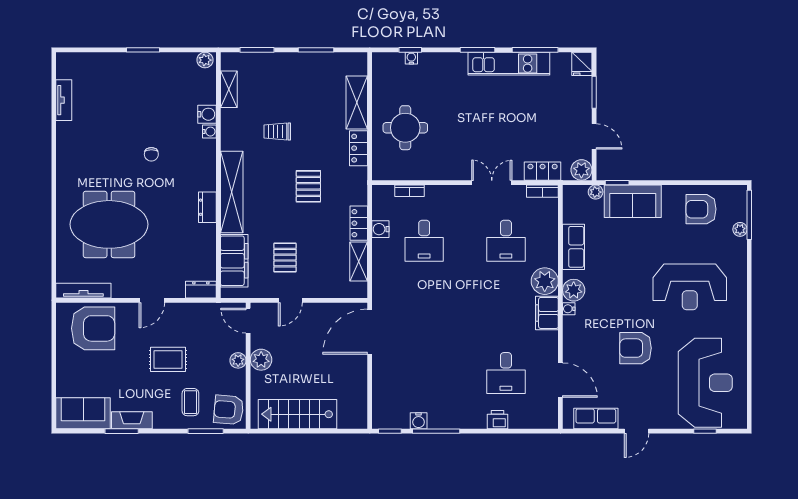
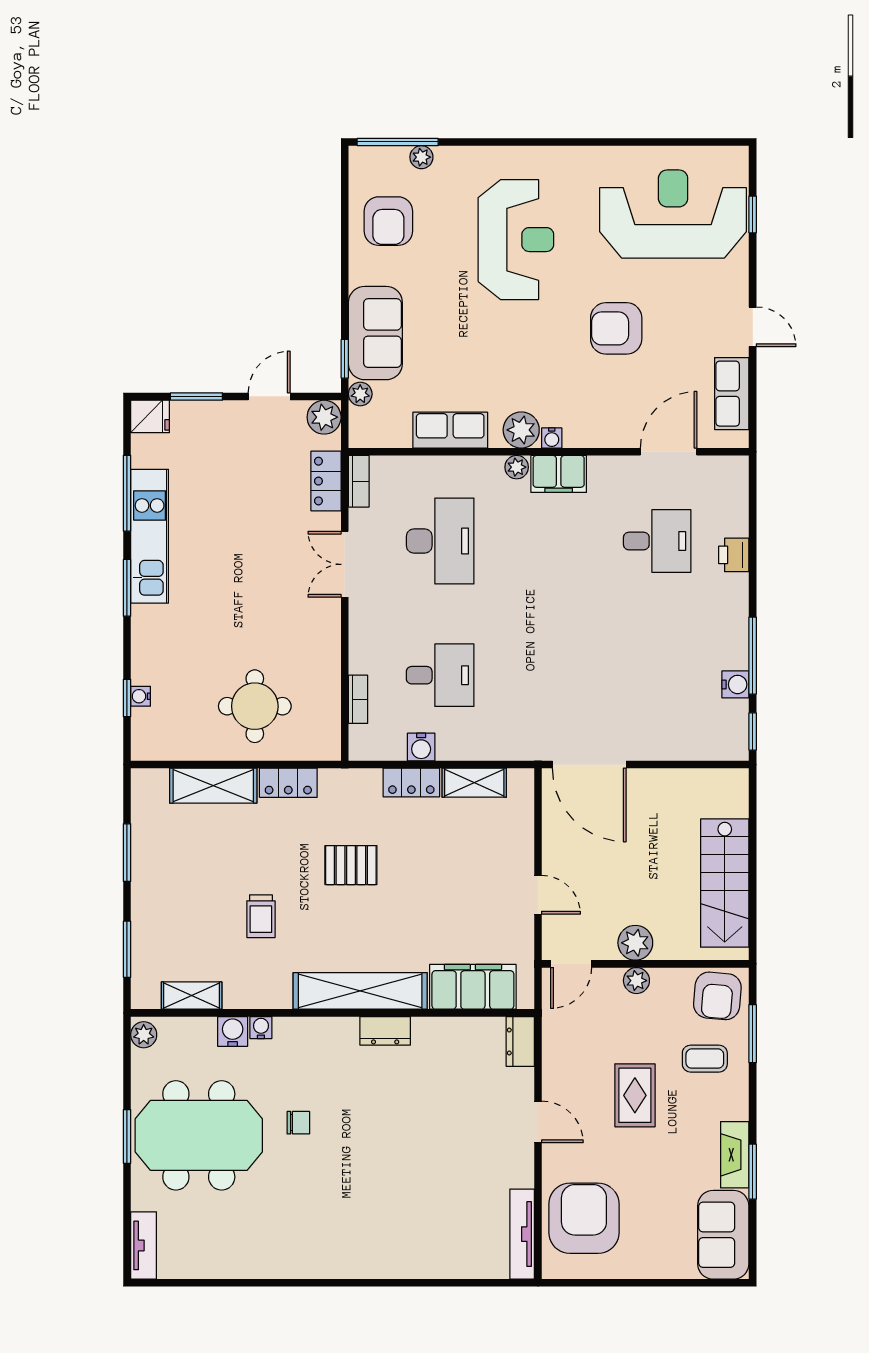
tv unit: (64, 100) -> (144, 1245), moved, turned 90
meeting table: (109, 224) -> (199, 1135), moved, turned 90
desk: (506, 241) -> (440, 541), width x1.37
pallet: (285, 258) -> (468, 903), removed
plant: (545, 281) -> (517, 467), width x0.53, depth x0.53
armchair: (636, 348) -> (616, 328), turned 90

